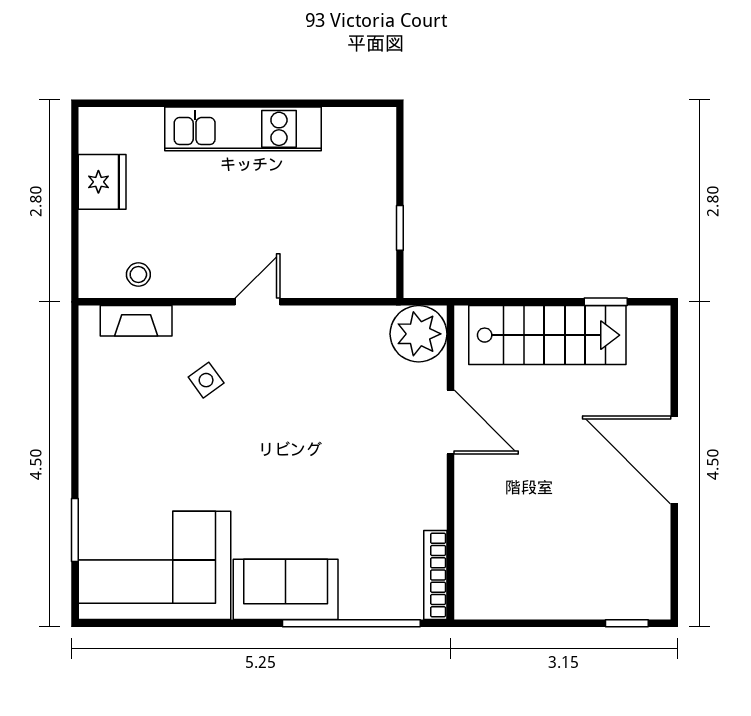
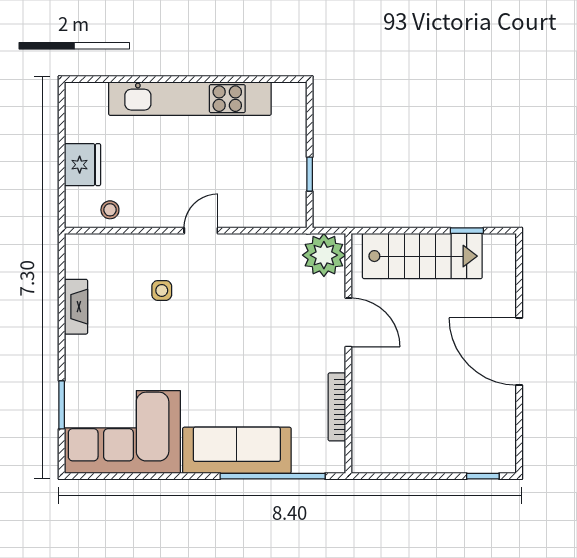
kitchen unit: (243, 129) -> (190, 99), width x1.36
fridge: (102, 182) -> (82, 165), moved
fireplace: (136, 321) -> (76, 307), moved, turned -90
side table: (206, 380) -> (162, 290), turned 36
bookcase: (435, 575) -> (337, 407), moved
sofa: (286, 589) -> (237, 450), width x1.36

